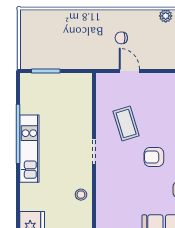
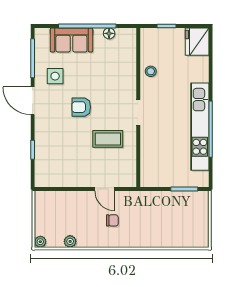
coffee table: (126, 124) -> (108, 139), turned -73
kitchen unit: (29, 149) -> (200, 127), width x1.36
armchair: (154, 157) -> (81, 107), turned 180

